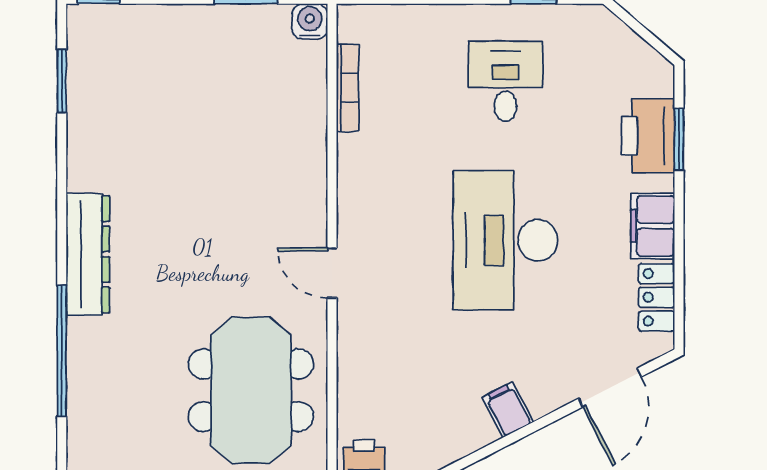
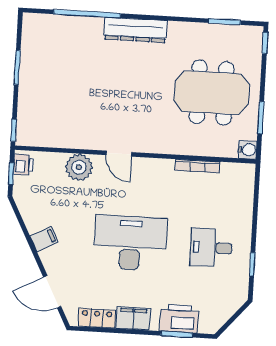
desk: (505, 81) -> (211, 248), turned 180
bookcase: (348, 88) -> (198, 166), moved
door: (332, 273) -> (119, 154), swing flipped
plant: (363, 349) -> (79, 167), added
meeting table: (251, 390) -> (212, 93), moved

